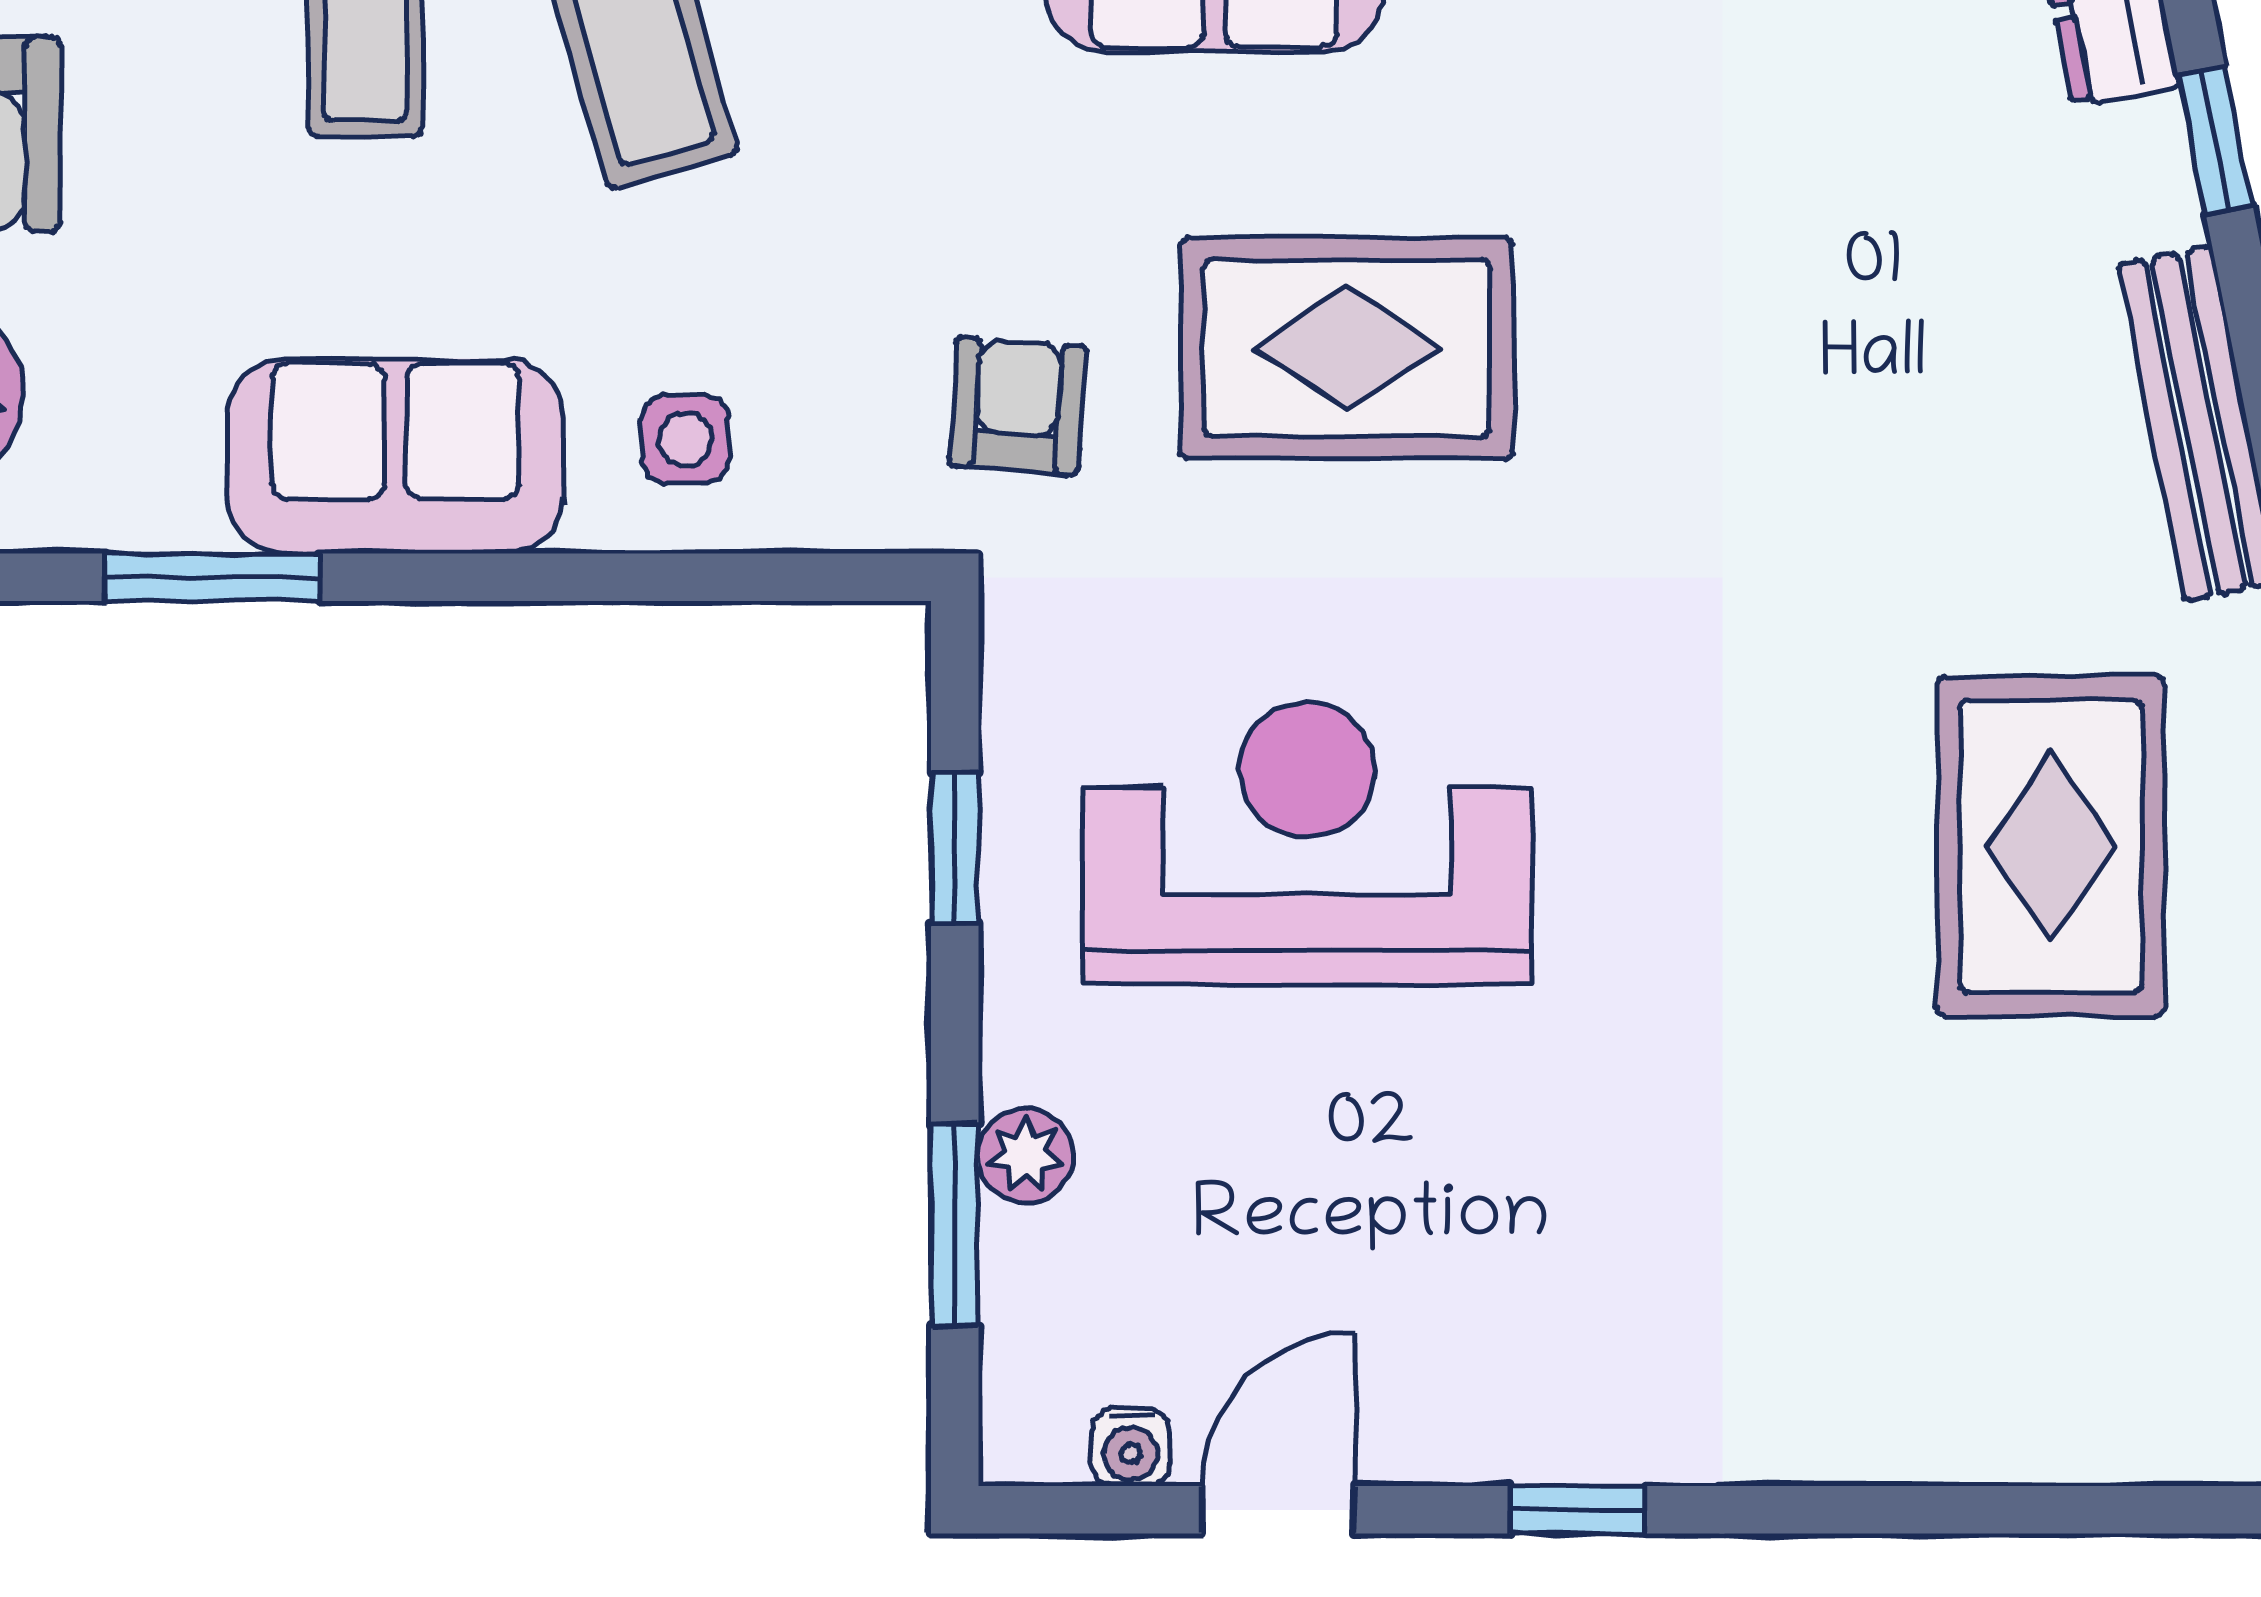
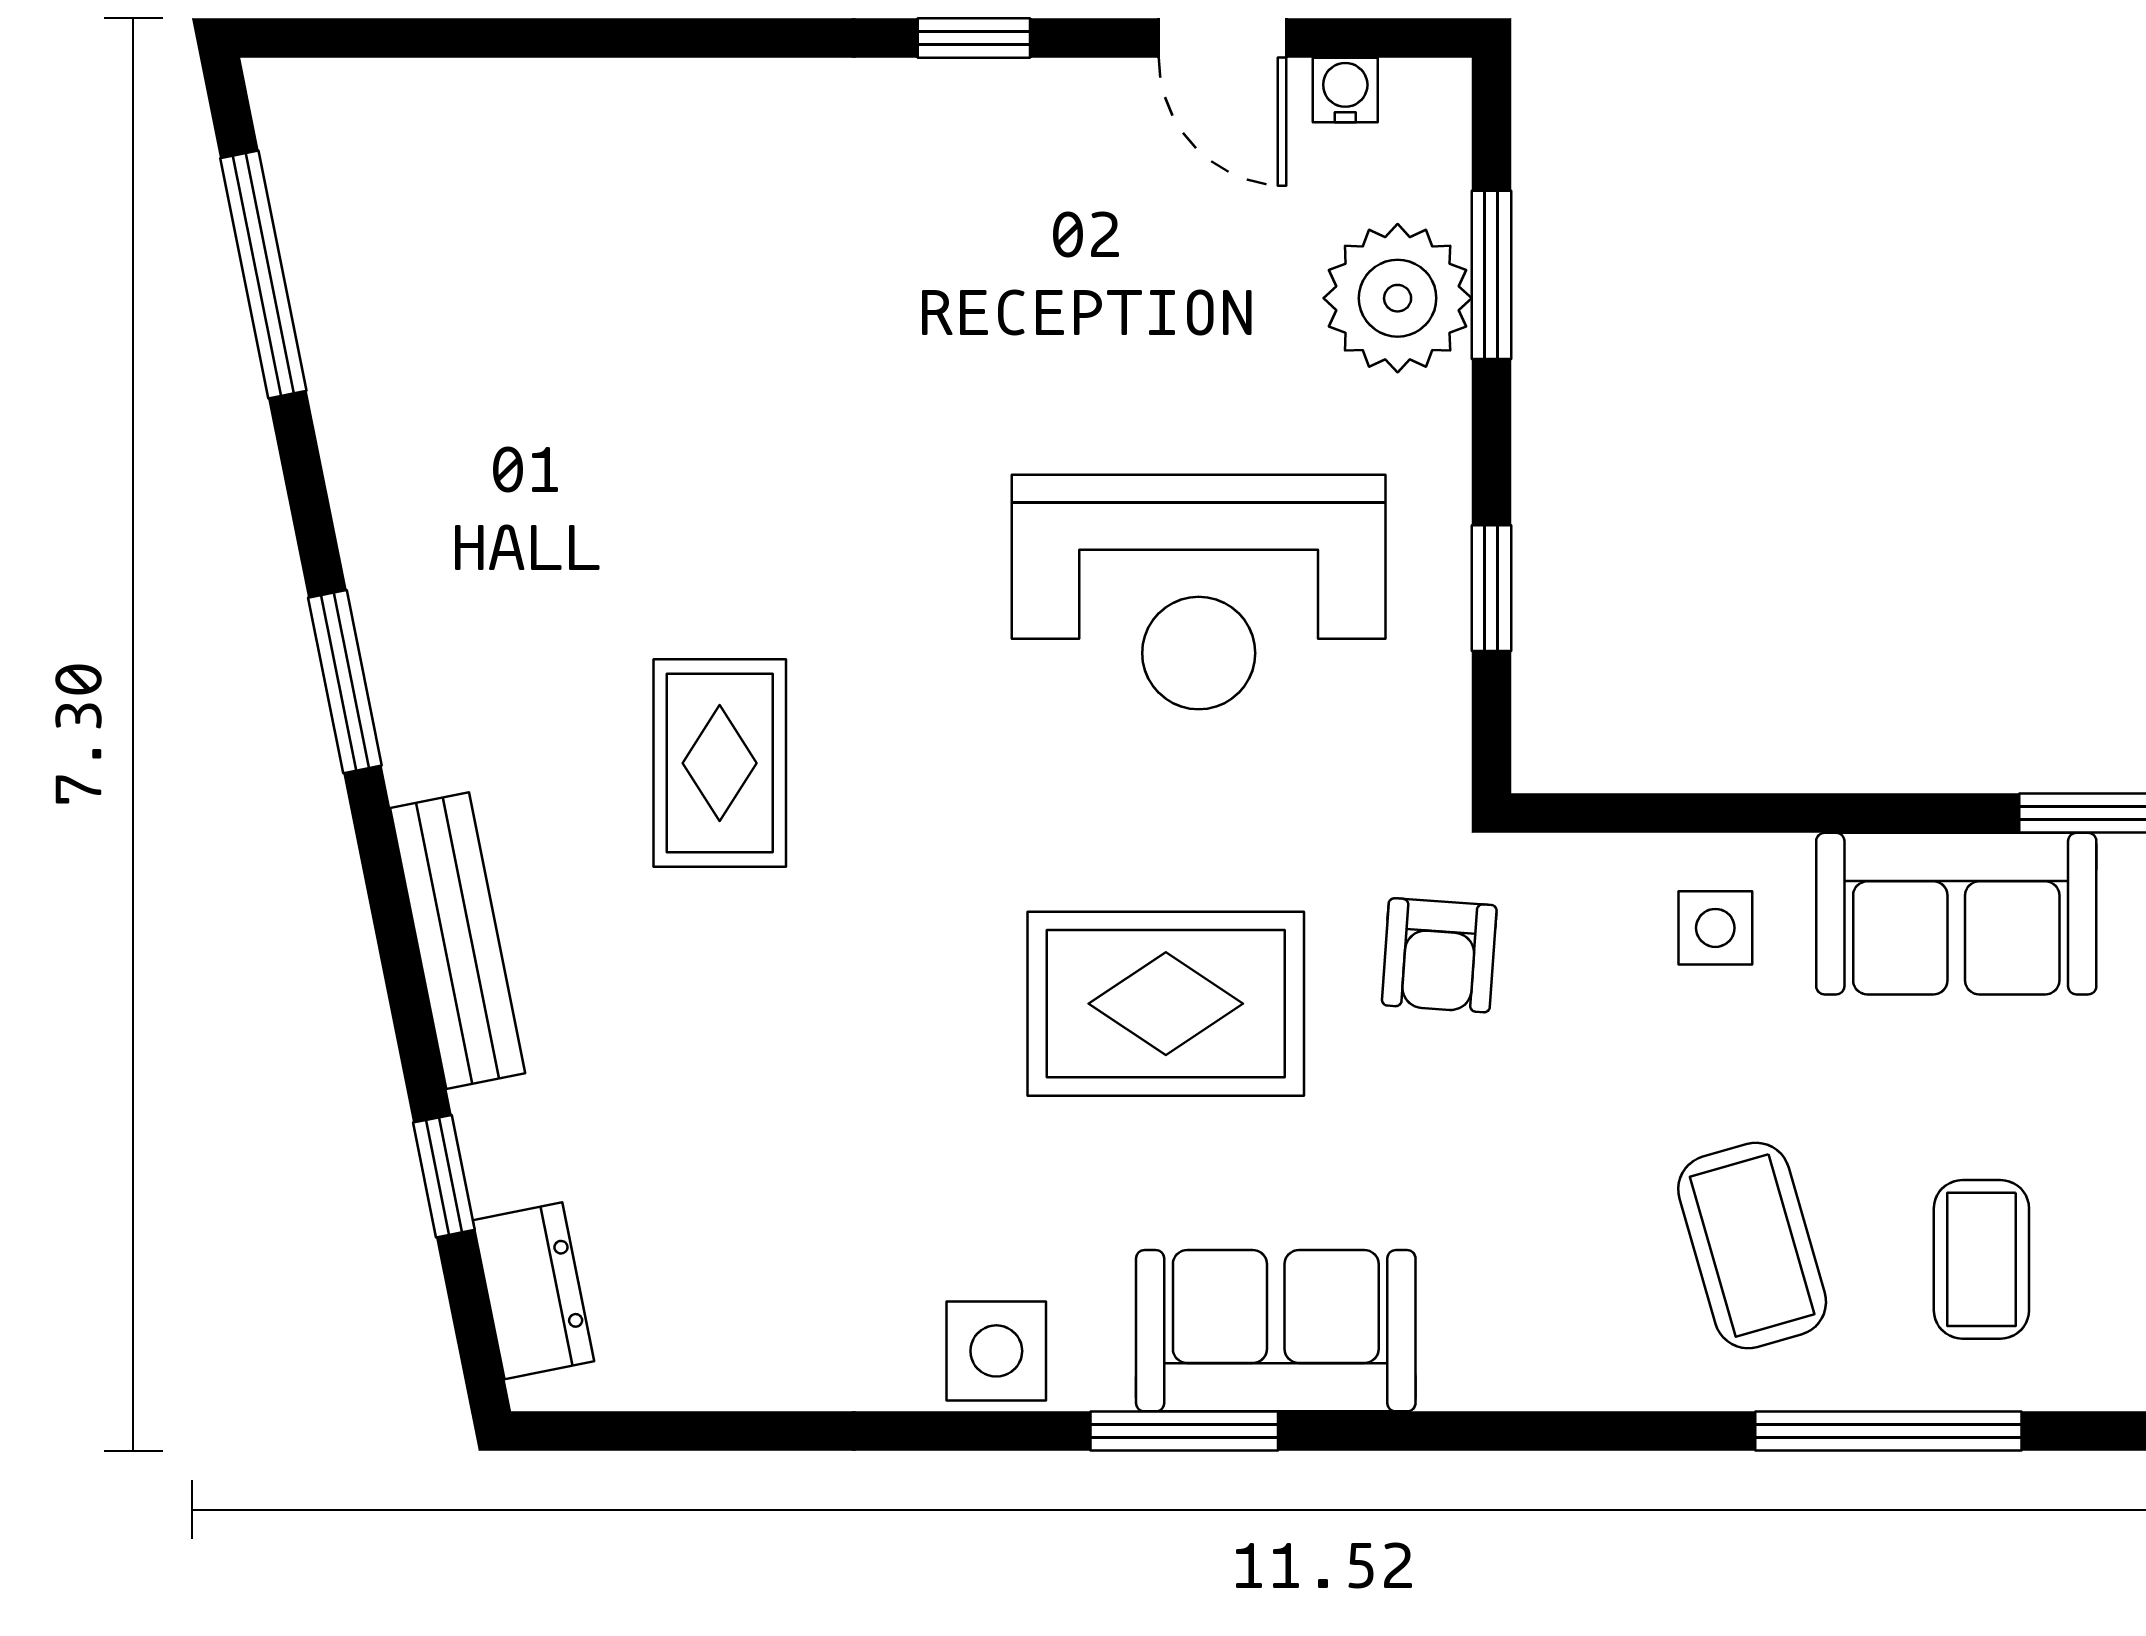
rug: (2051, 846) -> (720, 763), moved, width x0.73, depth x0.70
plant: (1026, 1155) -> (1398, 298), width x1.88, depth x1.88
door: (1278, 1510) -> (1222, 38), hinge flipped

